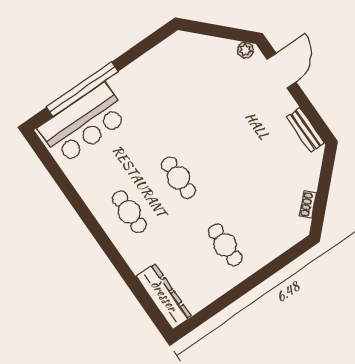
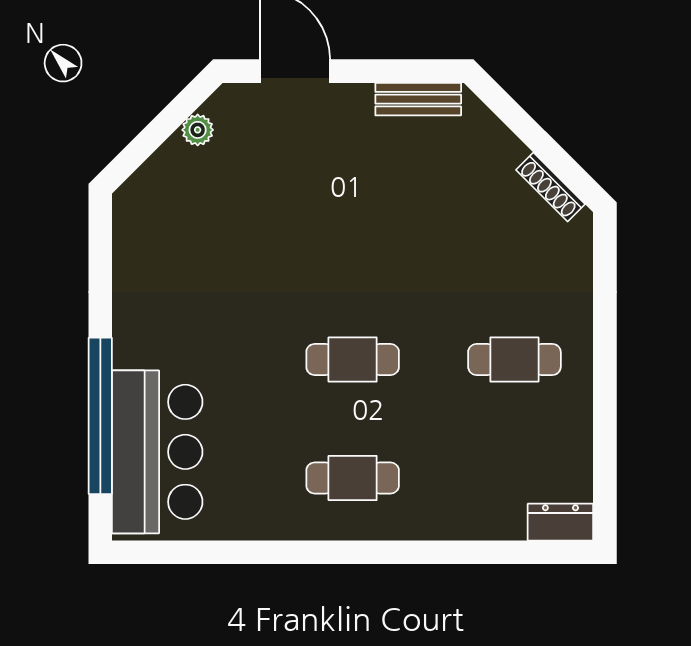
plant: (245, 50) -> (198, 130), moved
shoe rack: (308, 205) -> (550, 187), width x1.43
dresser: (164, 296) -> (560, 522), width x0.51, depth x0.80

